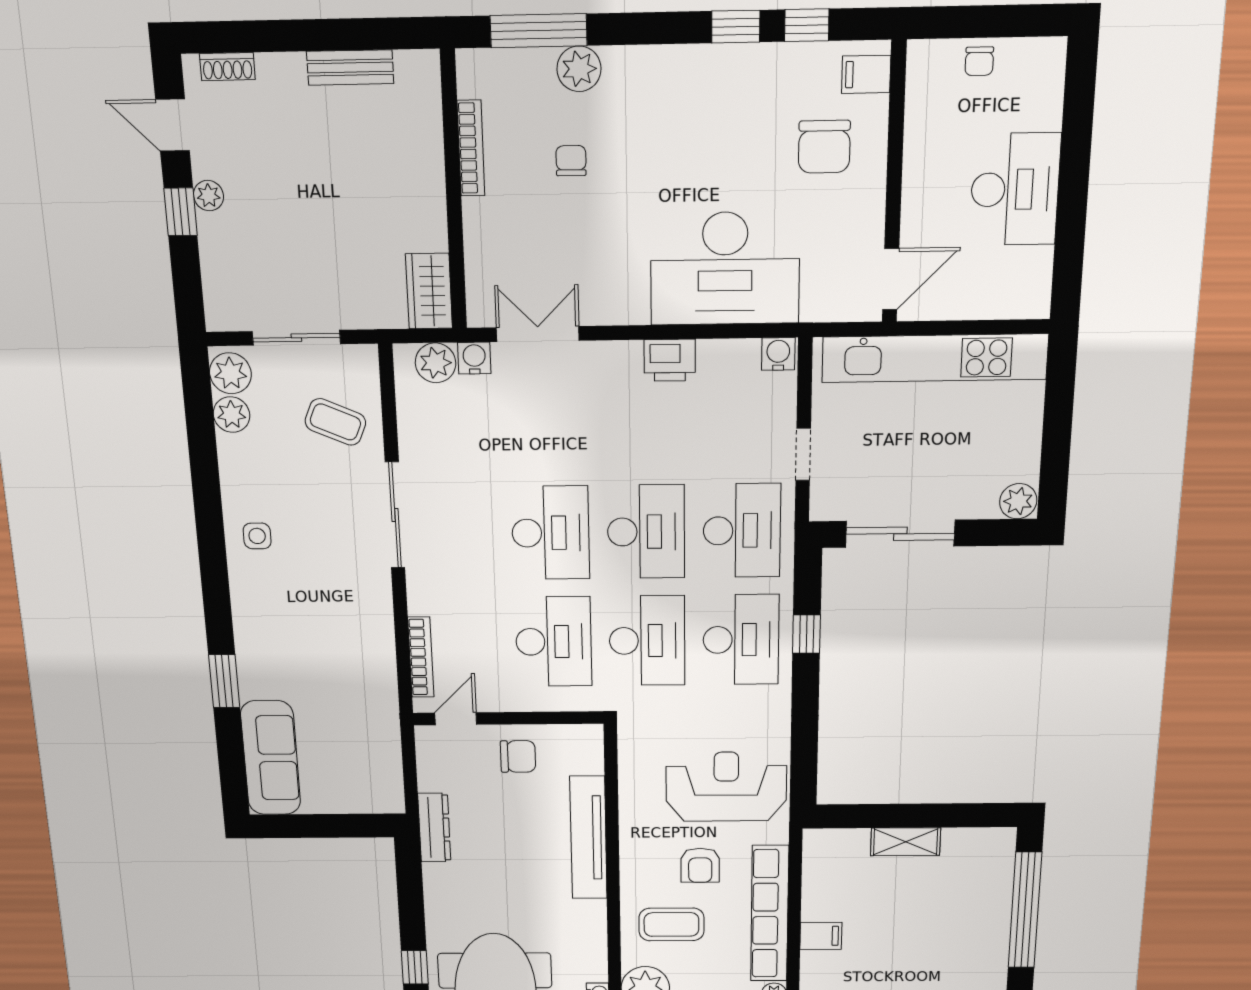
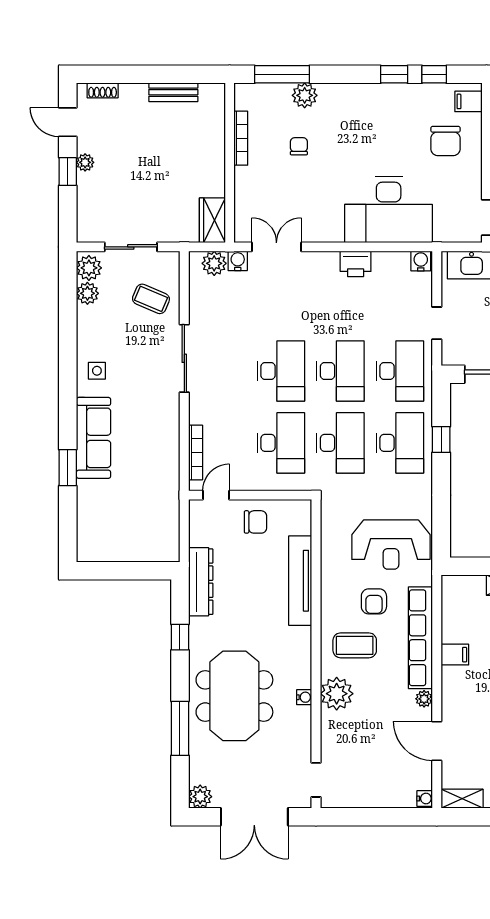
sofa: (271, 758) -> (94, 438), moved
reception desk: (726, 787) -> (391, 545), turned 180
dresser: (434, 828) -> (201, 582), width x1.37, depth x1.24
window: (415, 967) -> (180, 637), moved

